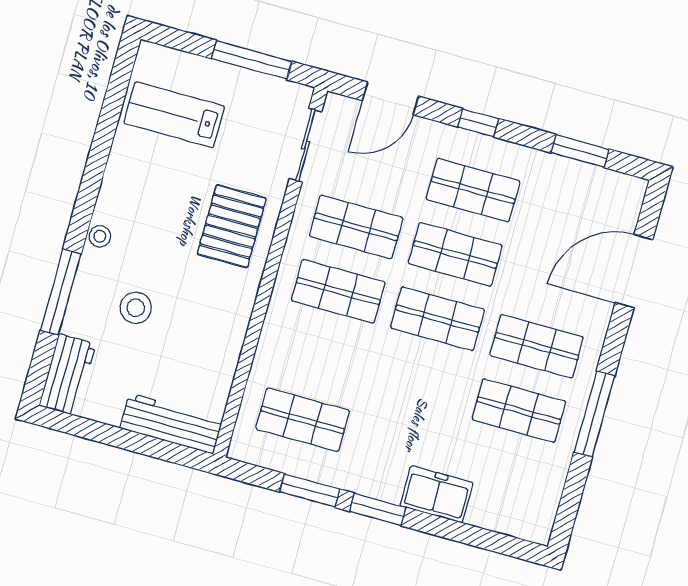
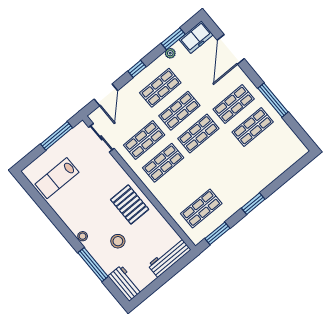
plant: (550, 164) -> (170, 53), added
pallet: (232, 226) -> (130, 204), moved
window: (310, 490) -> (217, 233), moved
freezer: (437, 494) -> (196, 37), moved, turned 180

